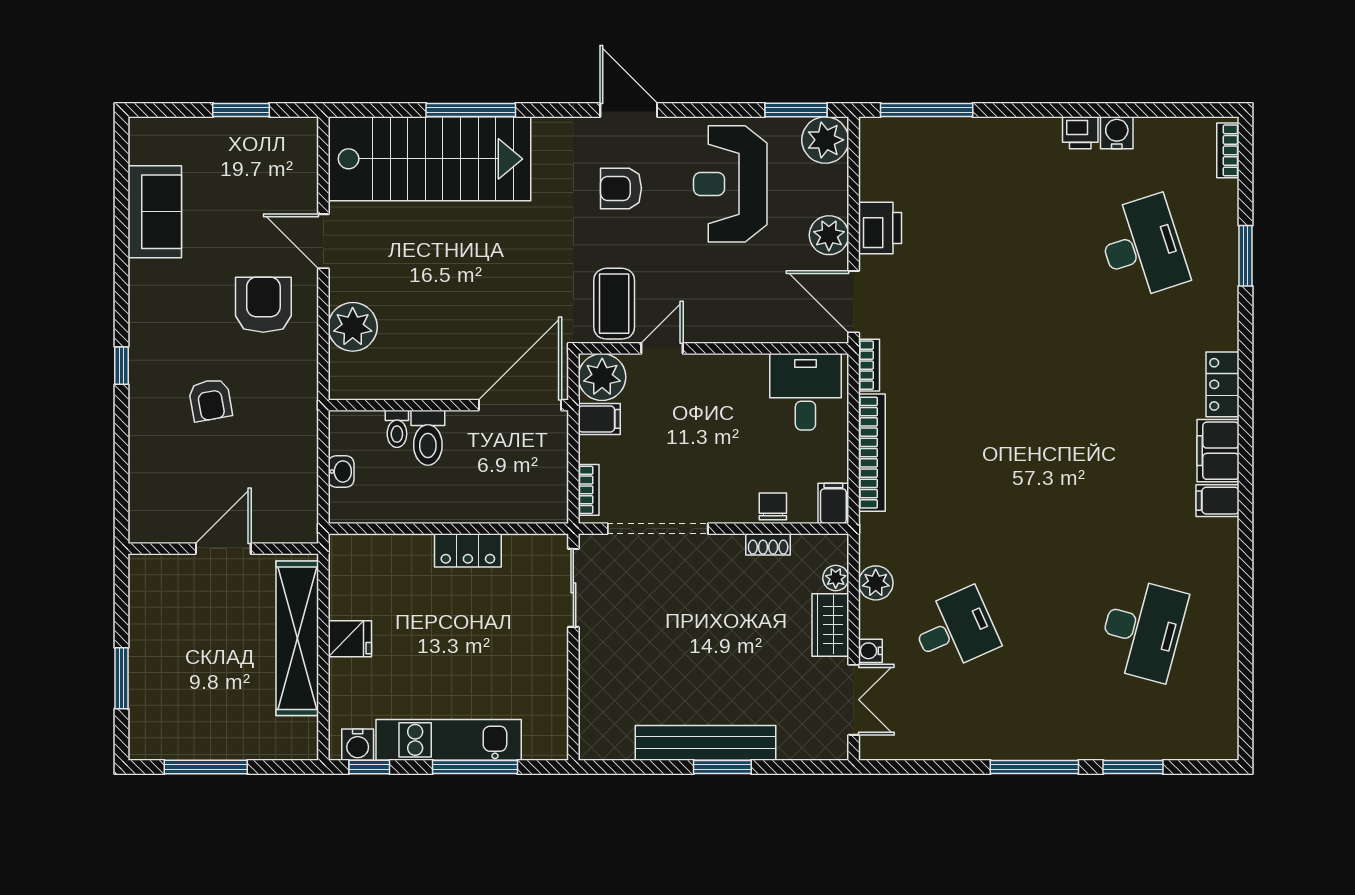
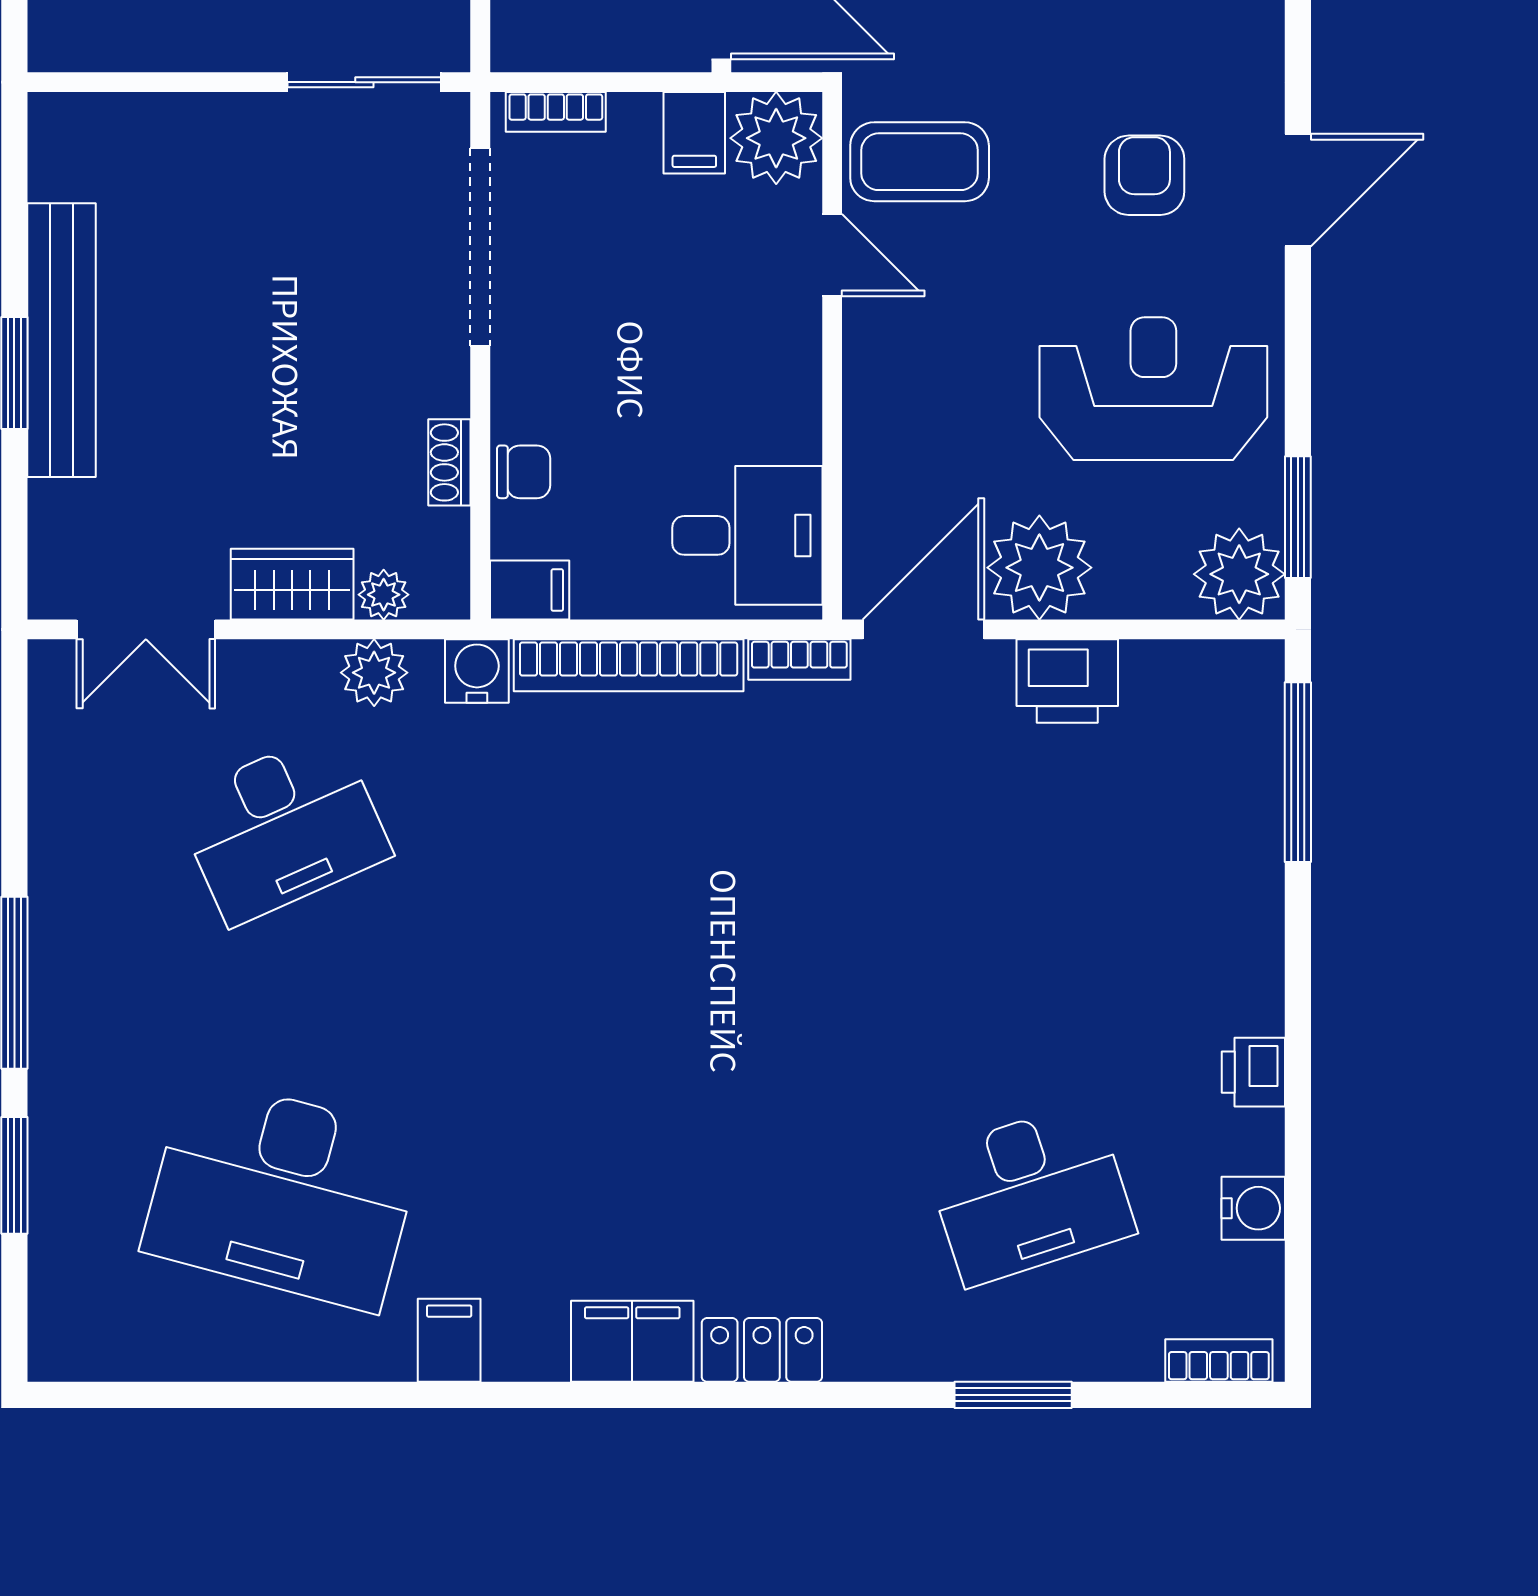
water cooler: (1117, 133) -> (1253, 1208), moved
plant: (829, 235) -> (1039, 568), width x1.36, depth x1.36
filing cabinet: (1217, 501) -> (449, 1340), moved
desk: (955, 630) -> (283, 828), width x1.37
desk: (1142, 630) -> (283, 1194), width x1.36, depth x1.30
water cooler: (870, 651) -> (477, 671), moved, width x1.38, depth x1.38

